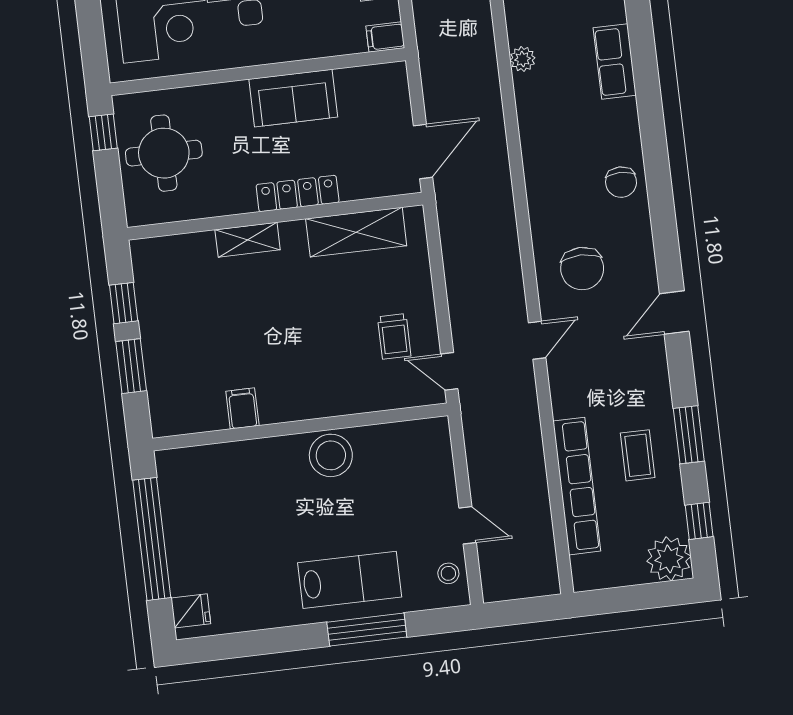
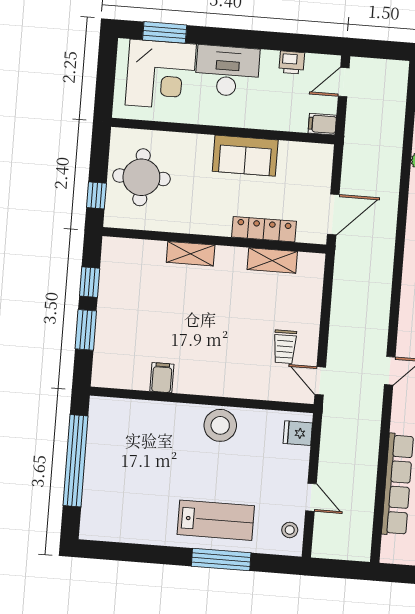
window: (103, 132) -> (96, 195), moved
locker: (298, 193) -> (264, 229), moved
shelving: (356, 232) -> (272, 261), width x0.67, depth x0.75
fridge: (191, 611) -> (298, 433), moved, turned 180

